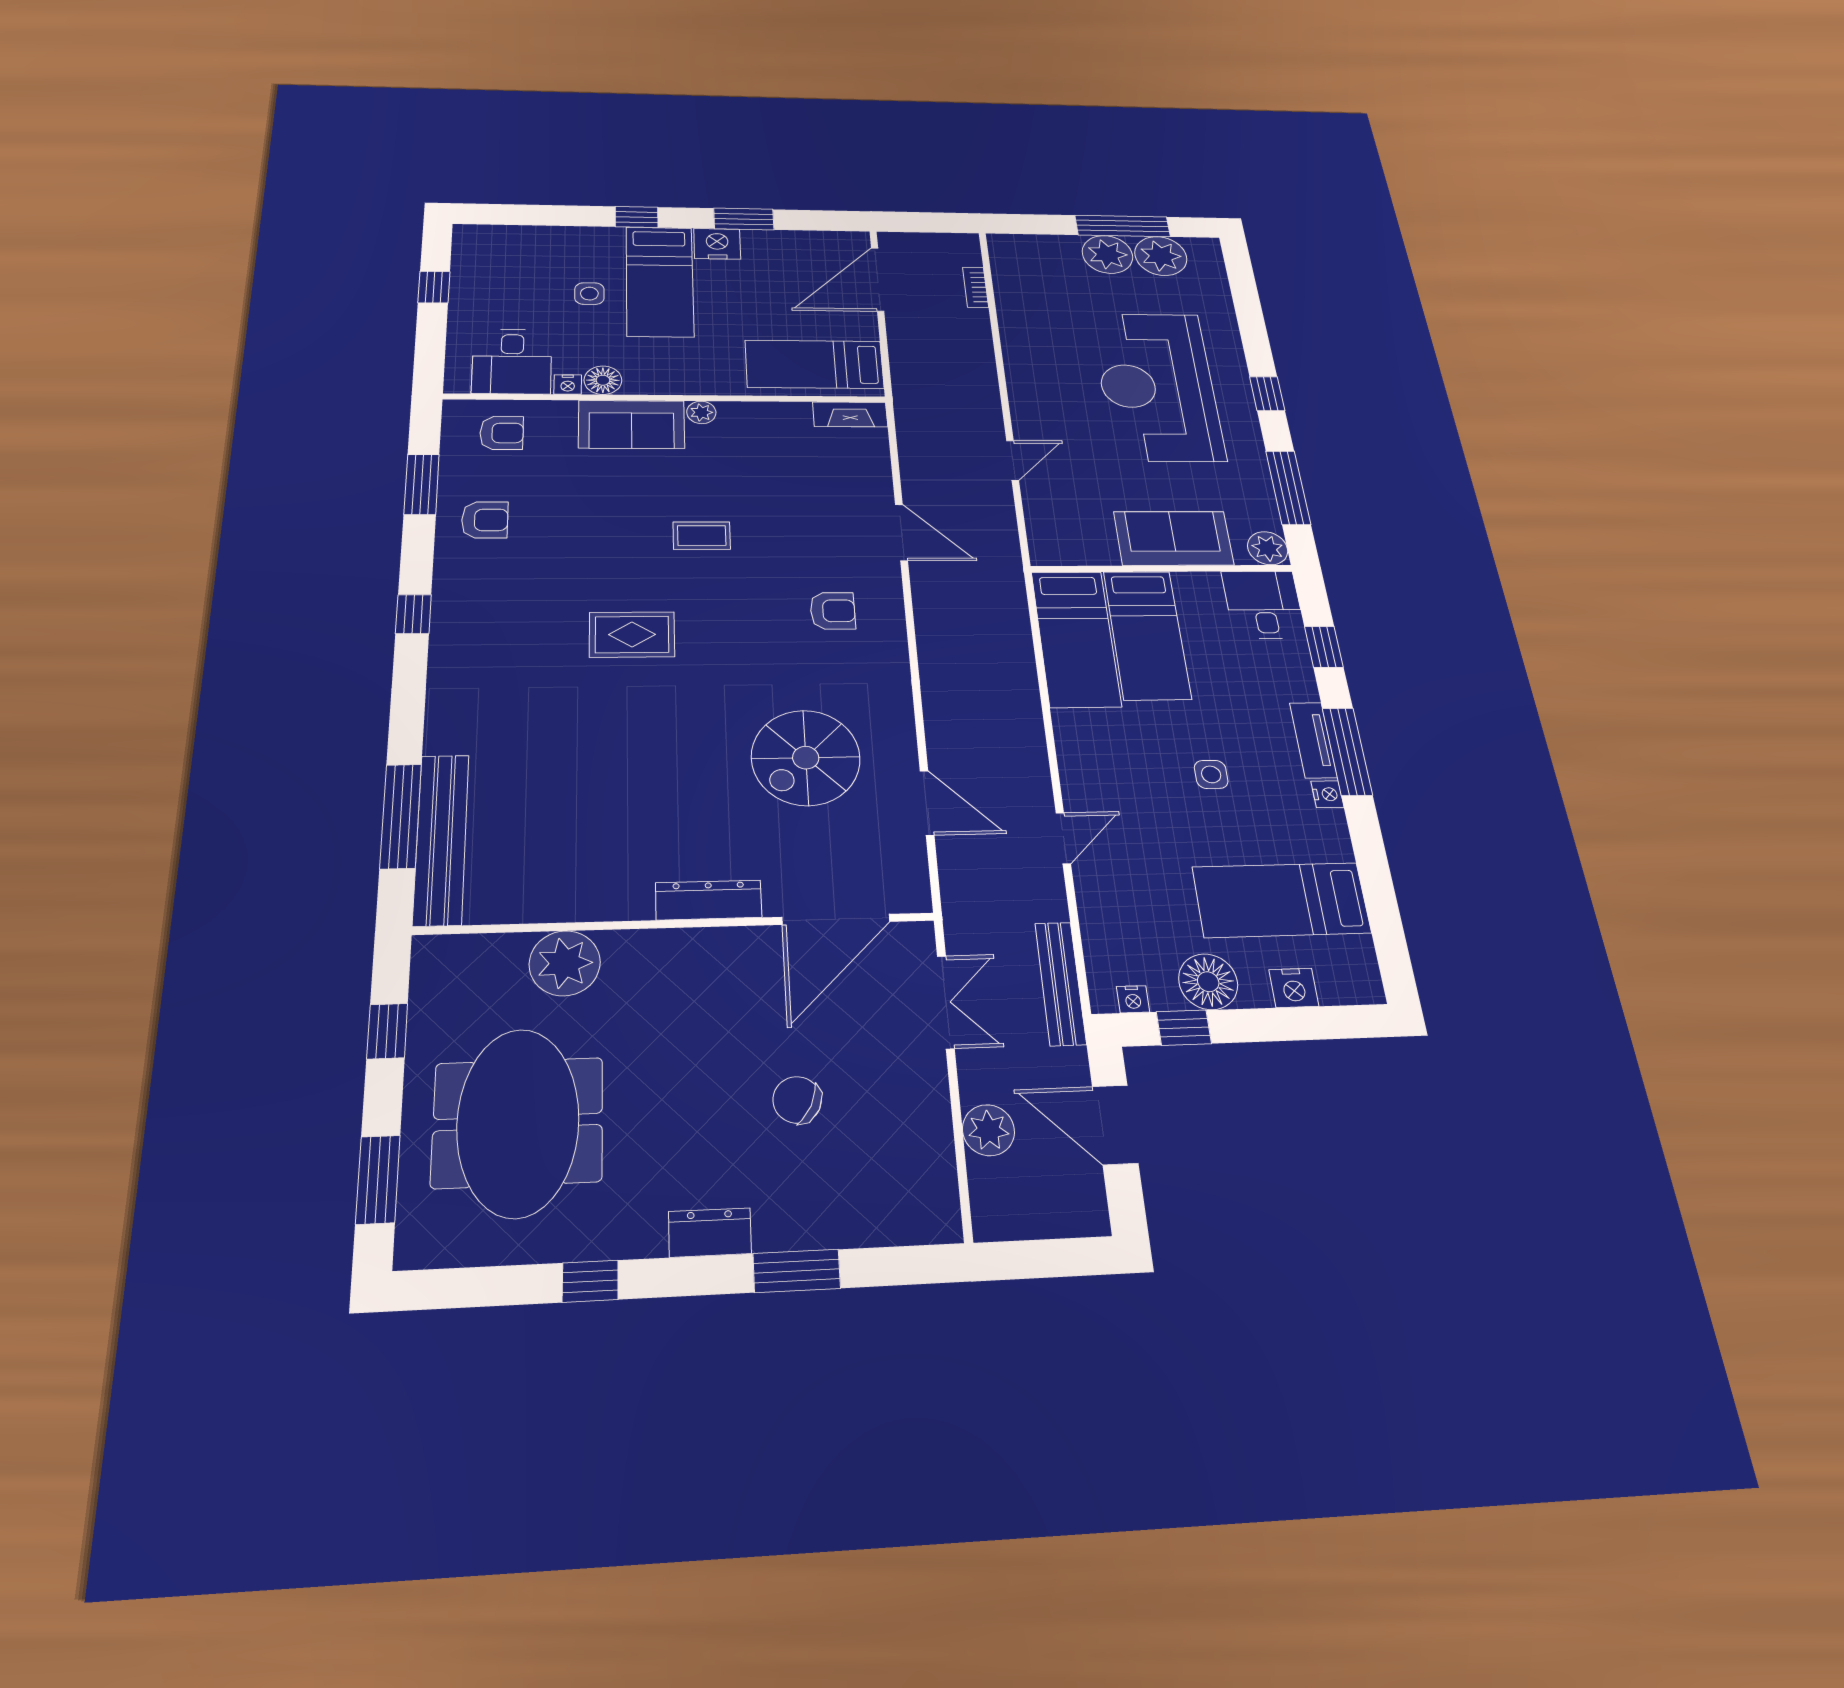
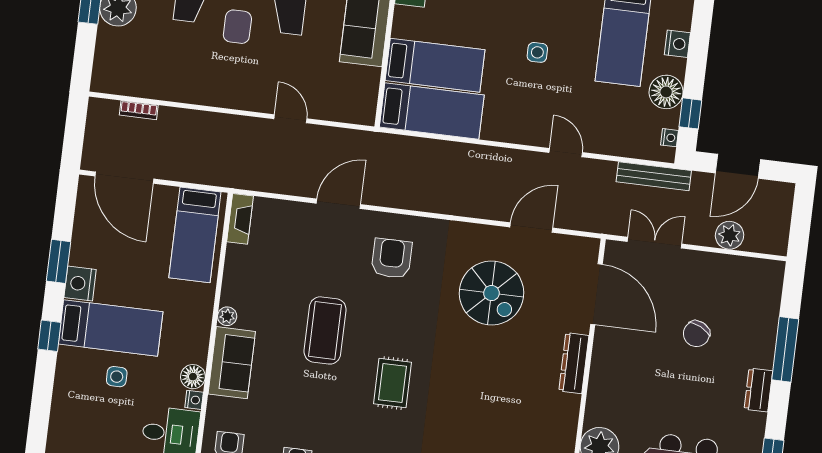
coffee table: (702, 536) -> (325, 330), width x1.86, depth x1.72
armchair: (833, 611) -> (392, 258), width x1.38, depth x1.38
window: (797, 1271) -> (785, 349), width x1.44

